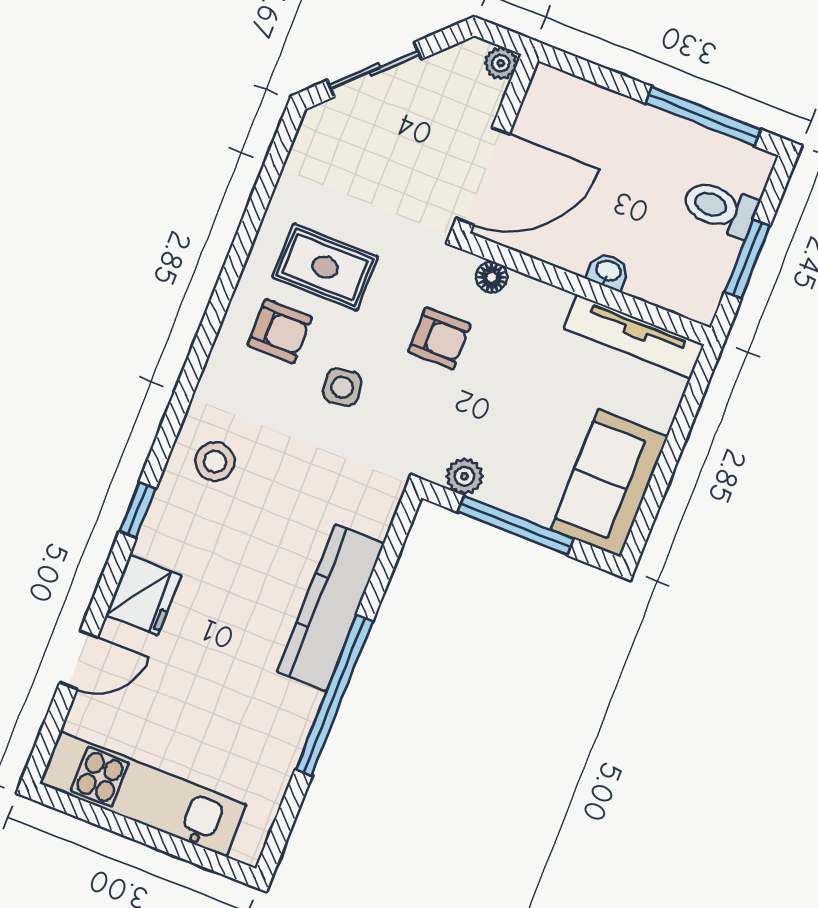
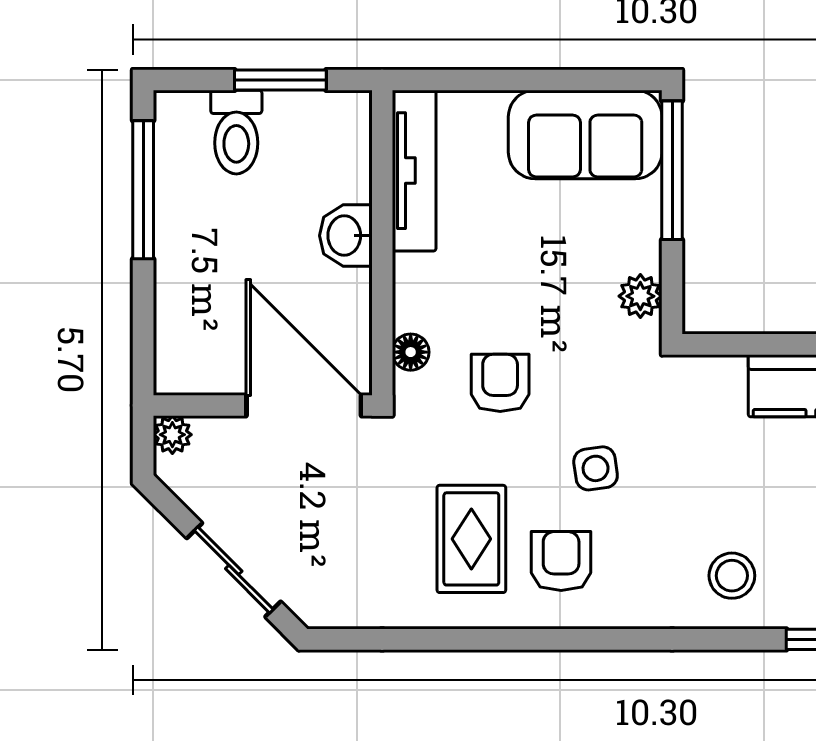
washbasin: (608, 271) -> (346, 236), width x1.38, depth x1.45
window: (516, 525) -> (672, 170), moved

